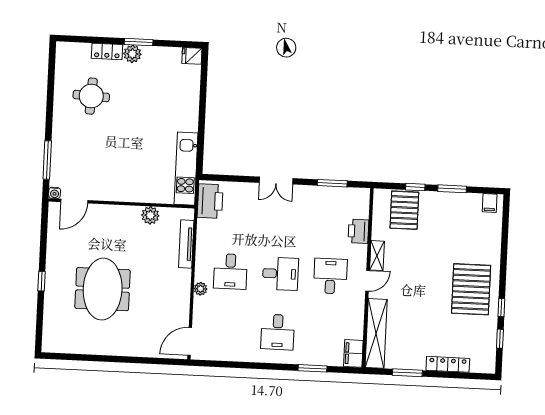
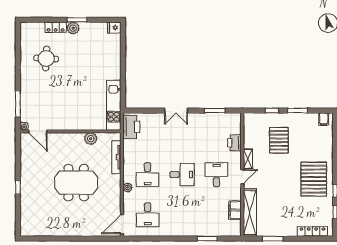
door: (74, 201) -> (38, 131), hinge flipped
pallet: (404, 210) -> (279, 140), moved
meeting table: (103, 289) -> (76, 183), moved, turned 90
desk: (278, 332) -> (148, 215), moved
filing cabinet: (353, 353) -> (235, 210), moved
locker: (448, 364) -> (312, 231), moved

